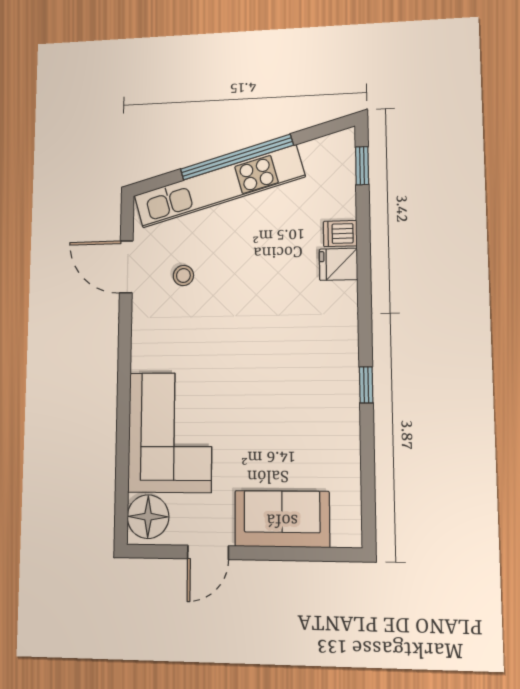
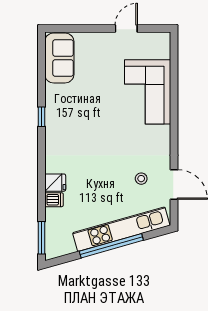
window: (362, 166) -> (41, 238), width x1.50
floor lamp: (148, 517) -> (159, 47), removed
sofa: (282, 519) -> (59, 58), moved, turned -90

